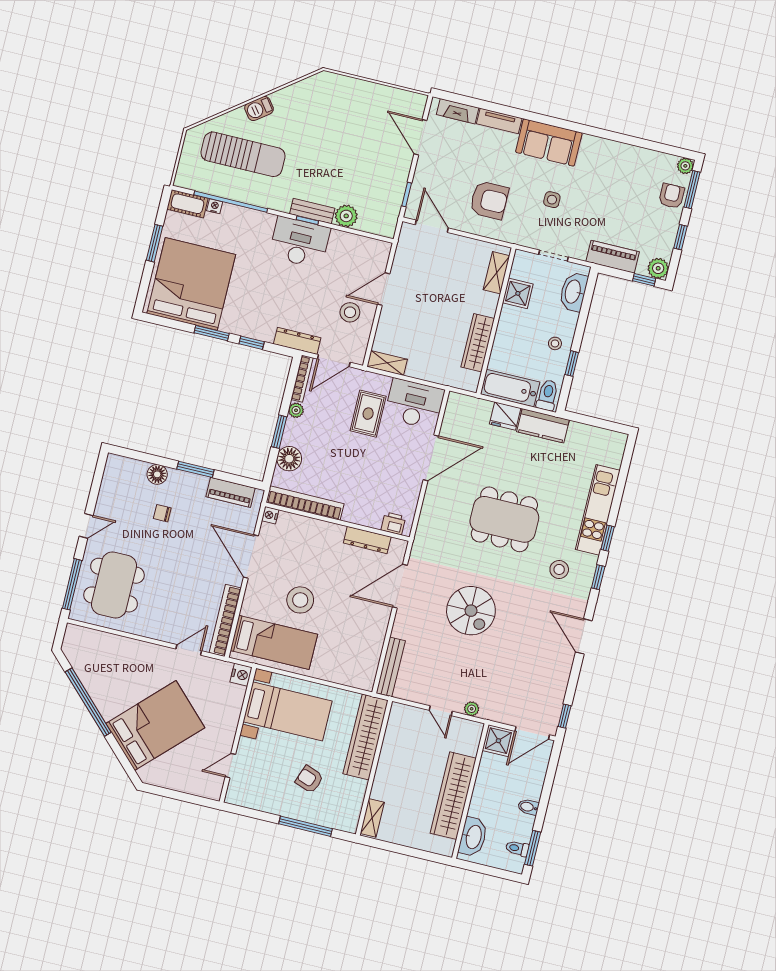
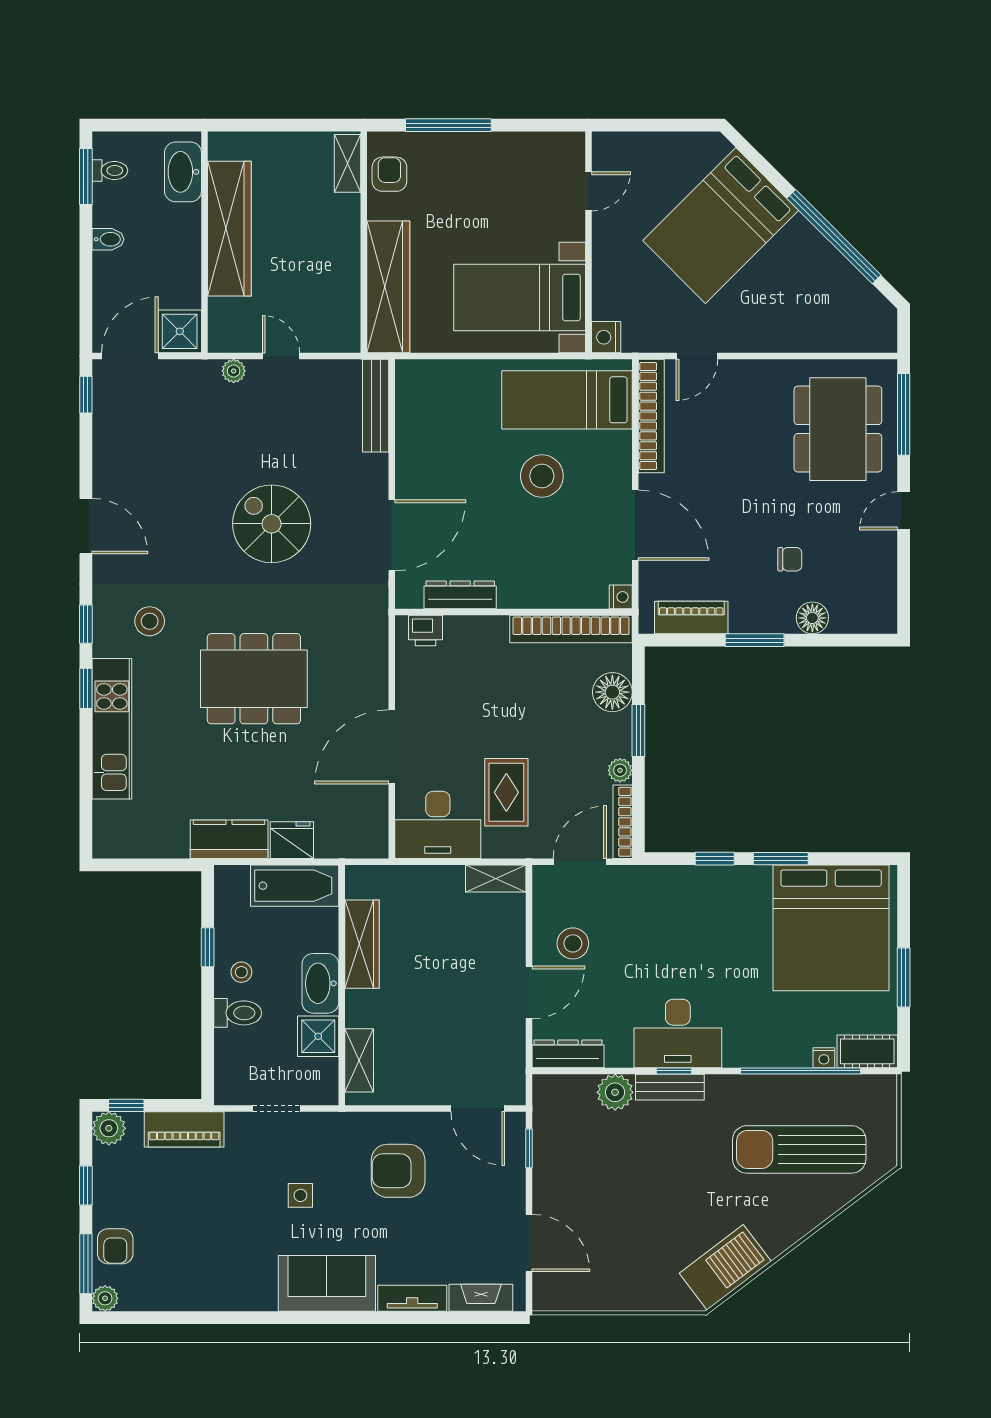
barbecue: (259, 108) -> (725, 1267), moved, width x1.88, depth x1.53
washbasin: (573, 292) -> (320, 983), moved, turned 180
dresser: (297, 341) -> (568, 1054), moved, turned 180
toilet: (547, 395) -> (238, 1013), moved, turned -90
armchair: (309, 779) -> (389, 174), moved, turned -110

